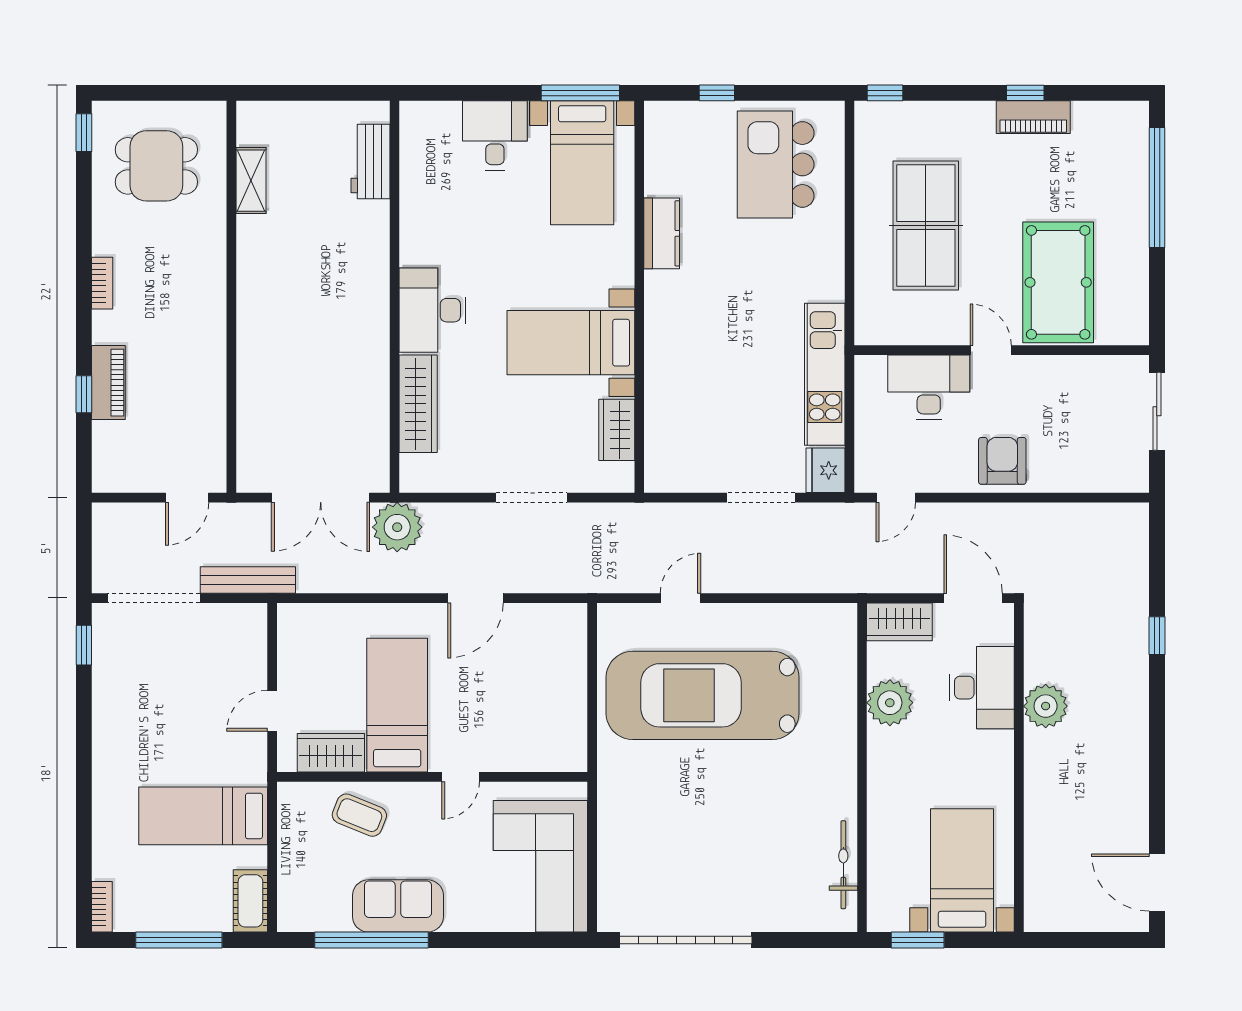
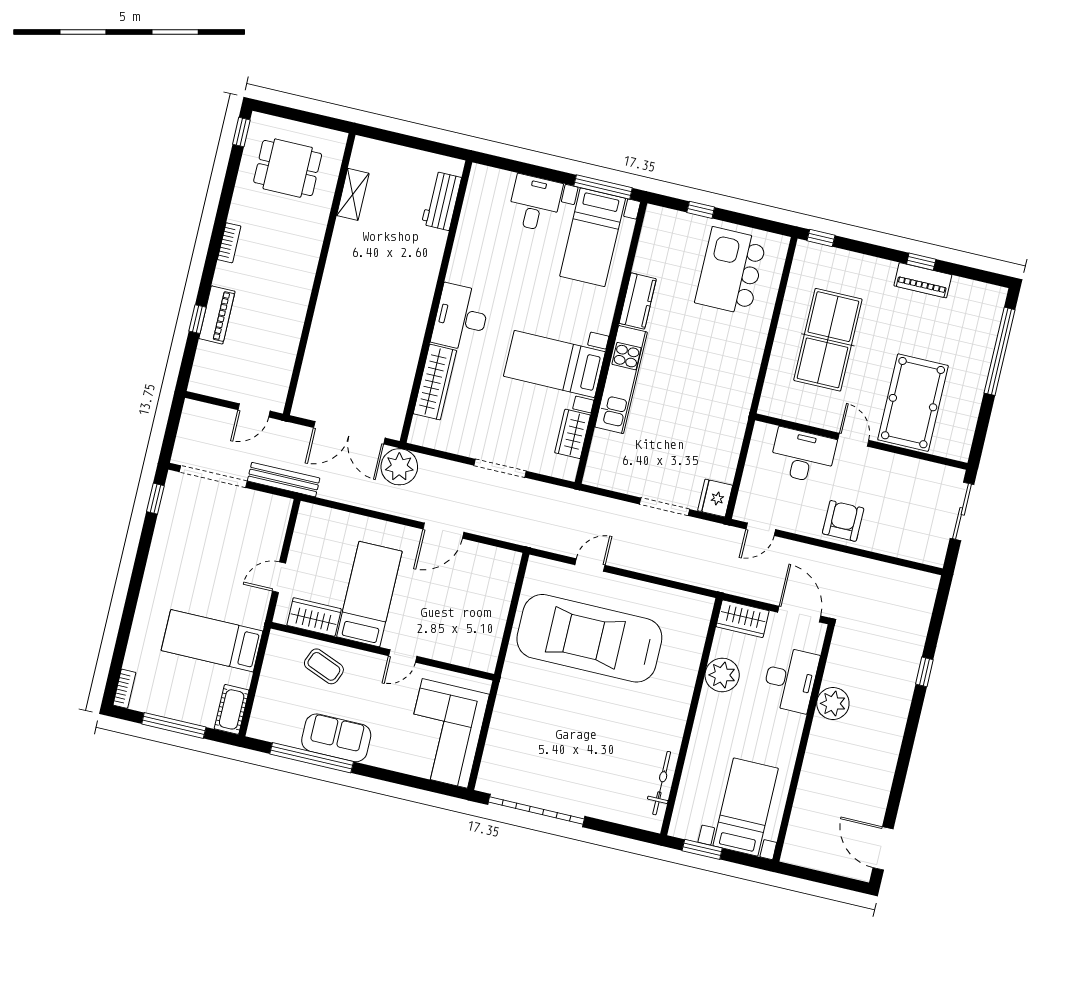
kitchen unit: (825, 374) -> (621, 380), moved, turned 180

